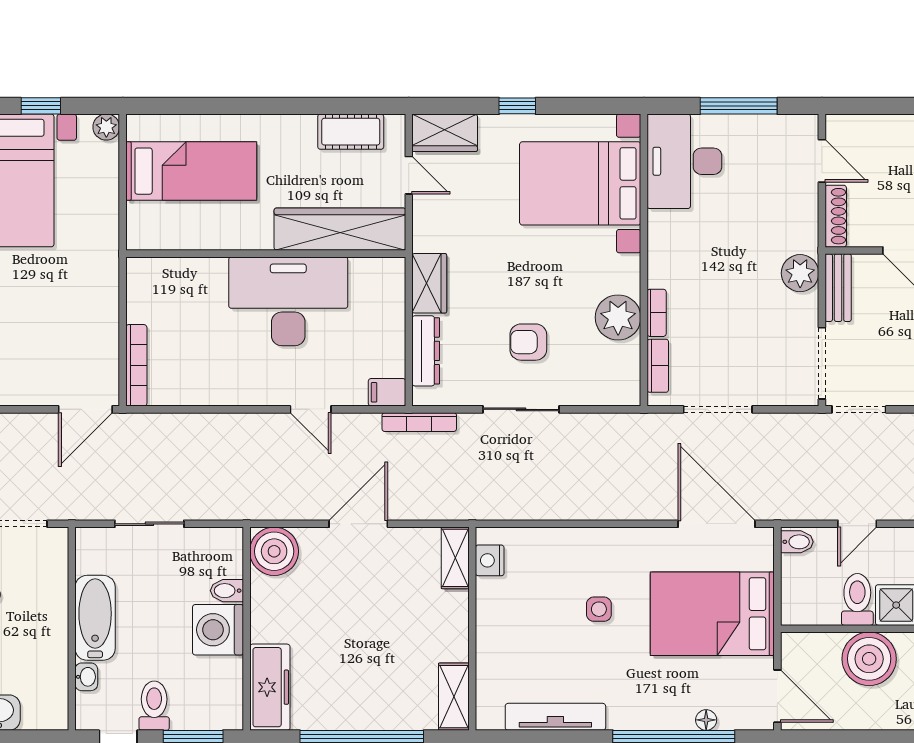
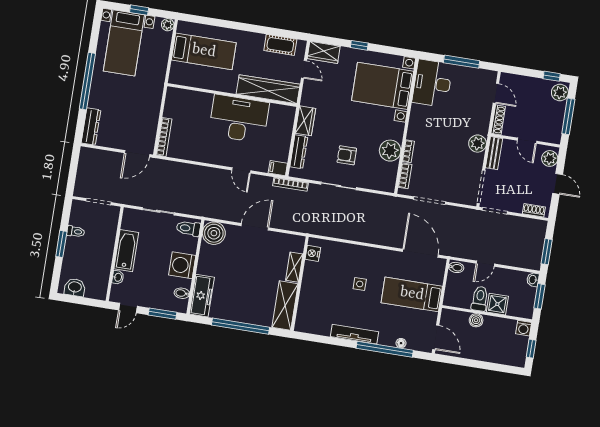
shelving: (455, 558) -> (294, 267), moved
bidet: (227, 591) -> (182, 293), moved
bed: (712, 614) -> (412, 294), width x0.67
boiler: (869, 659) -> (476, 320), width x0.54, depth x0.54
shelving: (454, 697) -> (285, 305), width x1.50, depth x1.33
toilet: (154, 706) -> (188, 228), moved, turned -90
tv unit: (555, 717) -> (354, 334), moved

